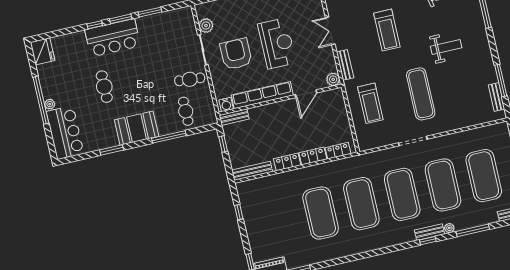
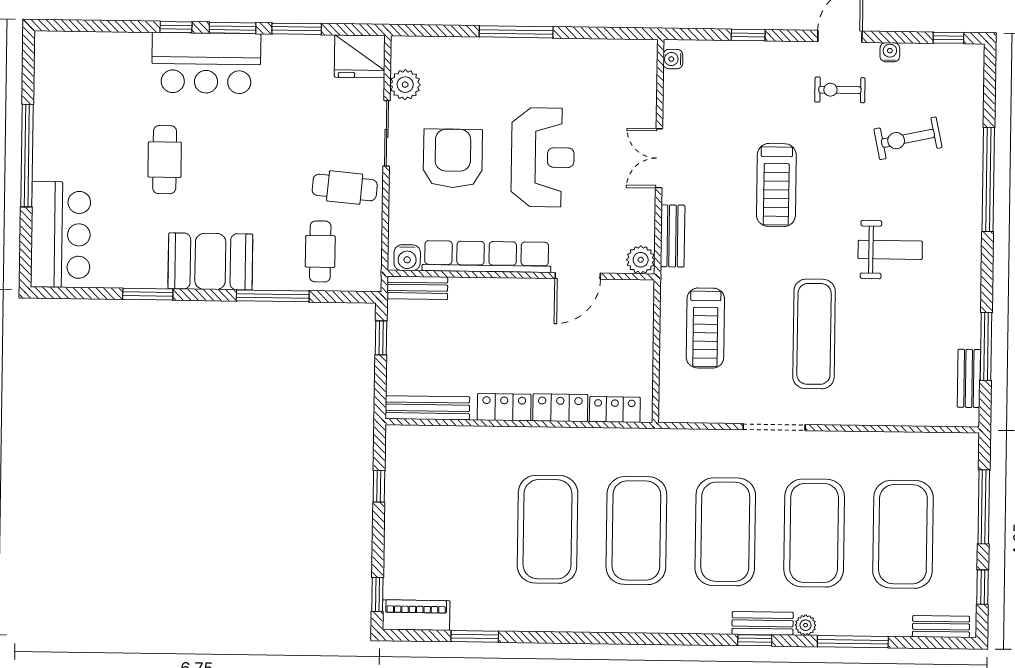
fridge: (43, 51) -> (360, 56), moved, turned 90
plant: (50, 104) -> (43, 168), removed

